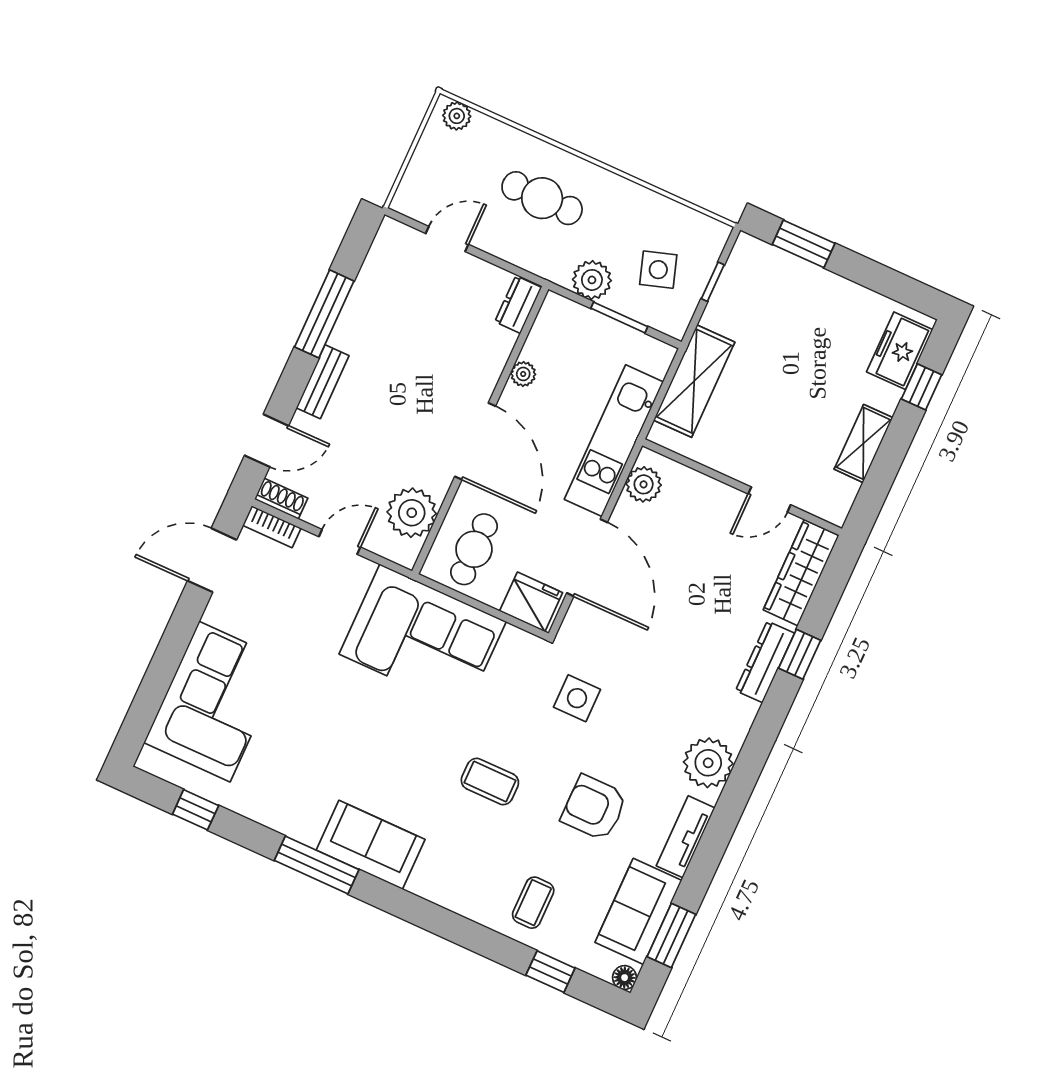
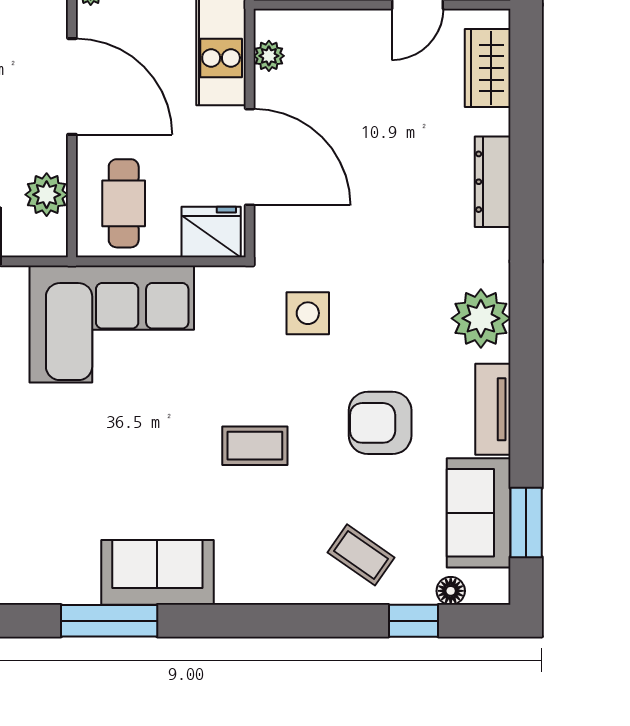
plant: (644, 484) -> (269, 56), width x0.73, depth x0.73
plant: (412, 513) -> (47, 195), width x0.73, depth x0.73
wardrobe: (801, 573) -> (488, 68), width x0.67
window: (800, 654) -> (526, 156), removed
coffee table: (533, 903) -> (361, 555), turned -55
floor lamp: (625, 978) -> (451, 591), moved

